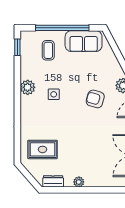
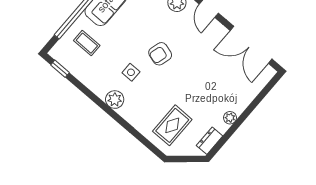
plant: (28, 87) -> (115, 100), moved
armchair: (95, 99) -> (160, 54), moved

